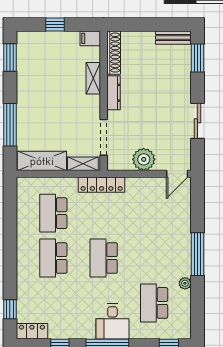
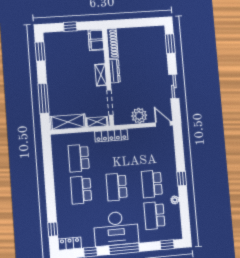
filing cabinet: (90, 38) -> (96, 40), width x2.00
bench: (173, 38) -> (153, 31), removed
shelving: (93, 78) -> (101, 75), moved
door: (177, 174) -> (163, 124), swing flipped
window: (197, 254) -> (182, 179), width x0.46
school desk: (154, 258) -> (152, 184), added
desk: (112, 321) -> (116, 228), width x1.87, depth x1.30

